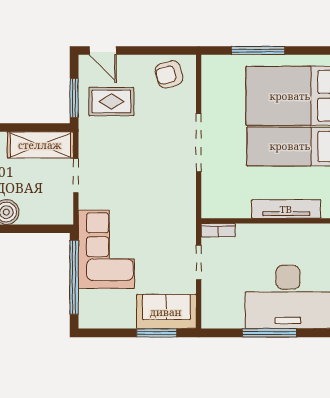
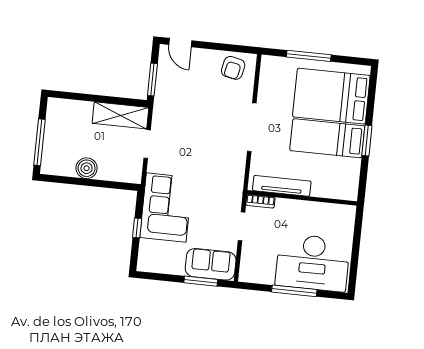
armchair: (169, 74) -> (233, 68), turned -63
rug: (111, 102) -> (183, 86), removed
tv unit: (286, 209) -> (282, 186), moved
window: (74, 277) -> (137, 228), width x0.32

